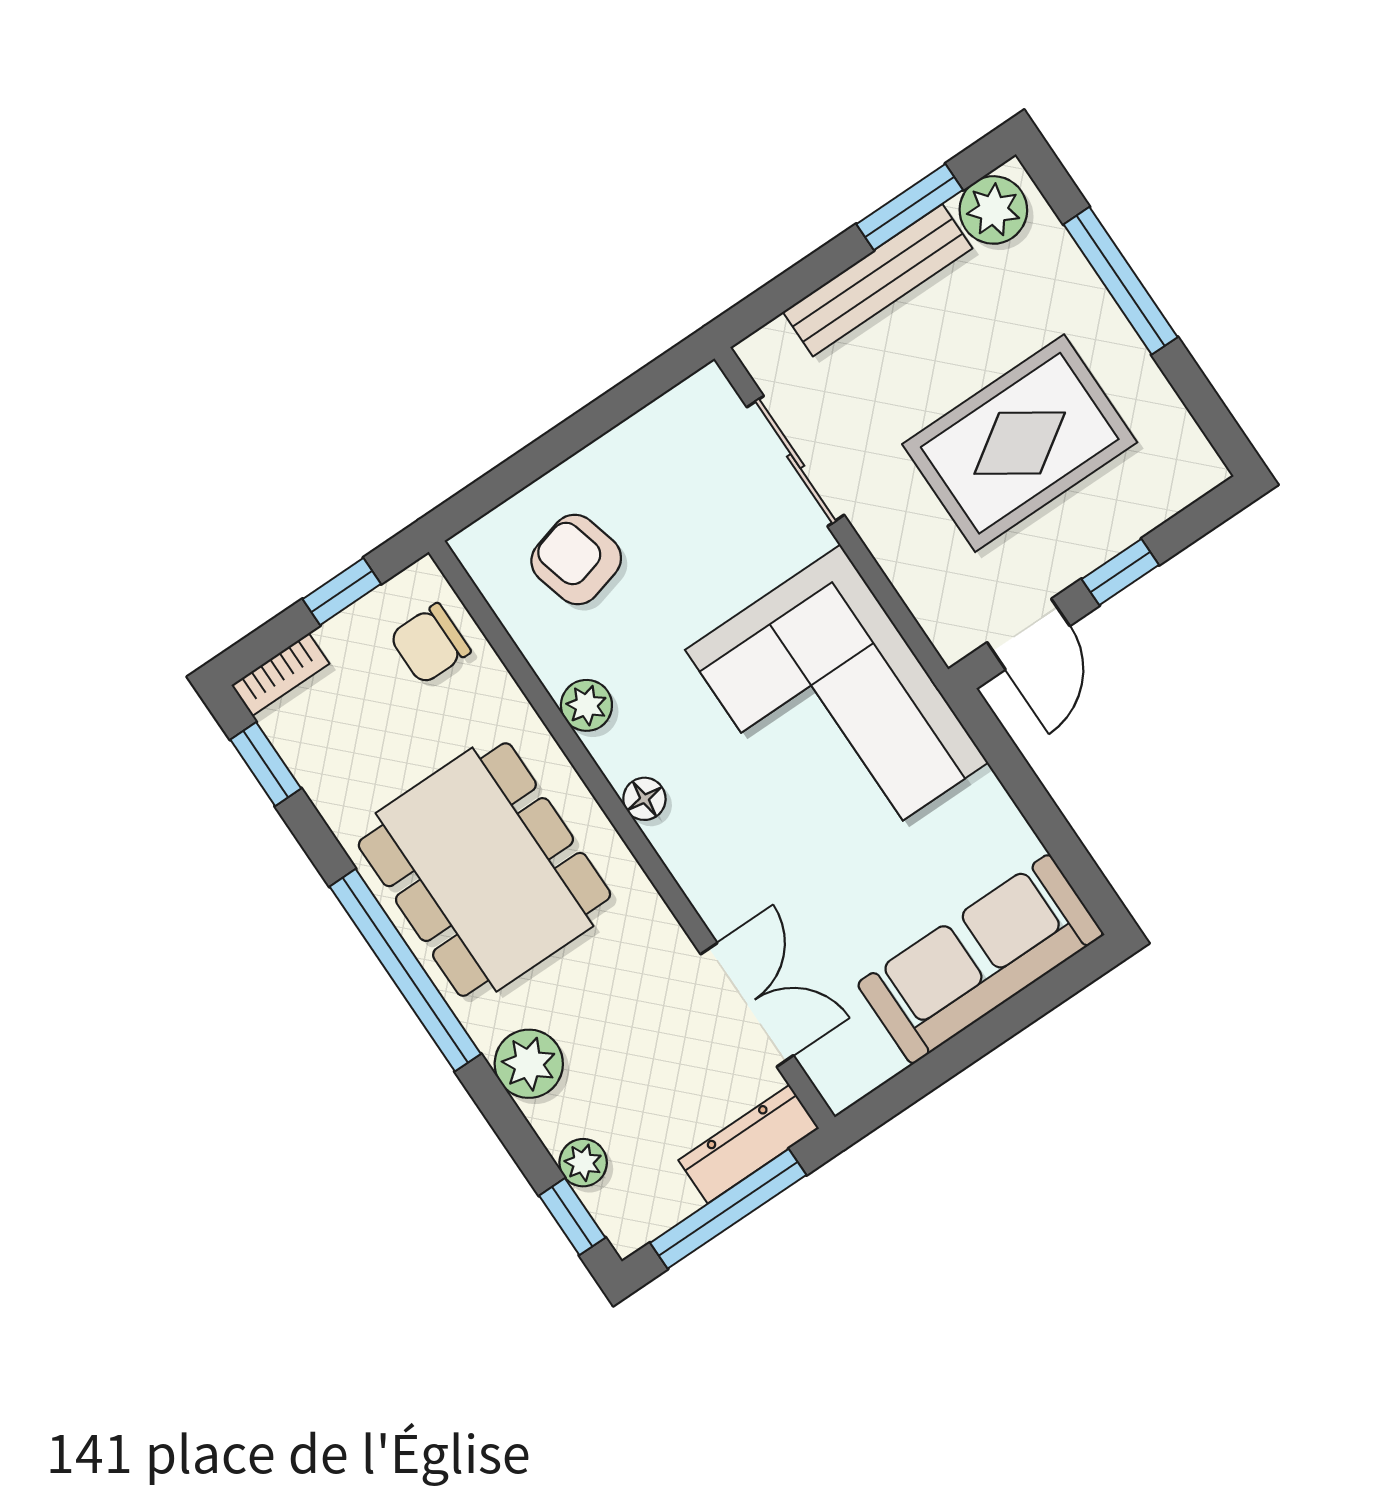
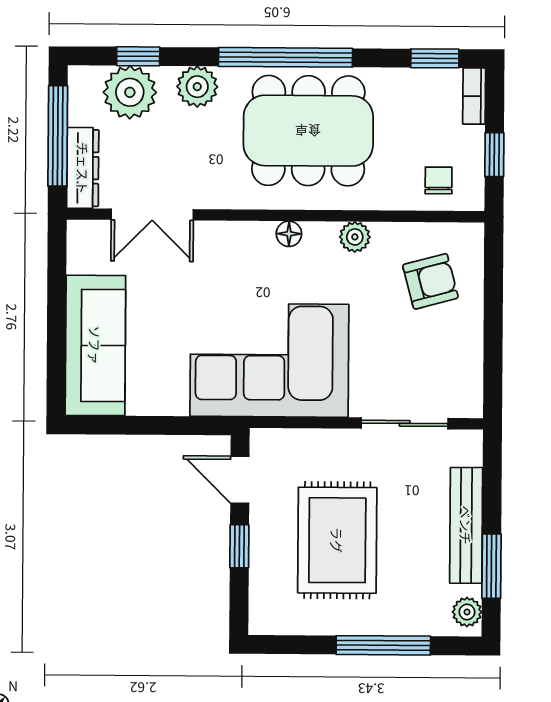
plant: (993, 210) -> (467, 612), width x0.73, depth x0.73
chair: (430, 644) -> (439, 180), width x0.73, depth x0.73
plant: (583, 1163) -> (130, 92), width x1.88, depth x1.88
window: (572, 1217) -> (138, 56), moved

